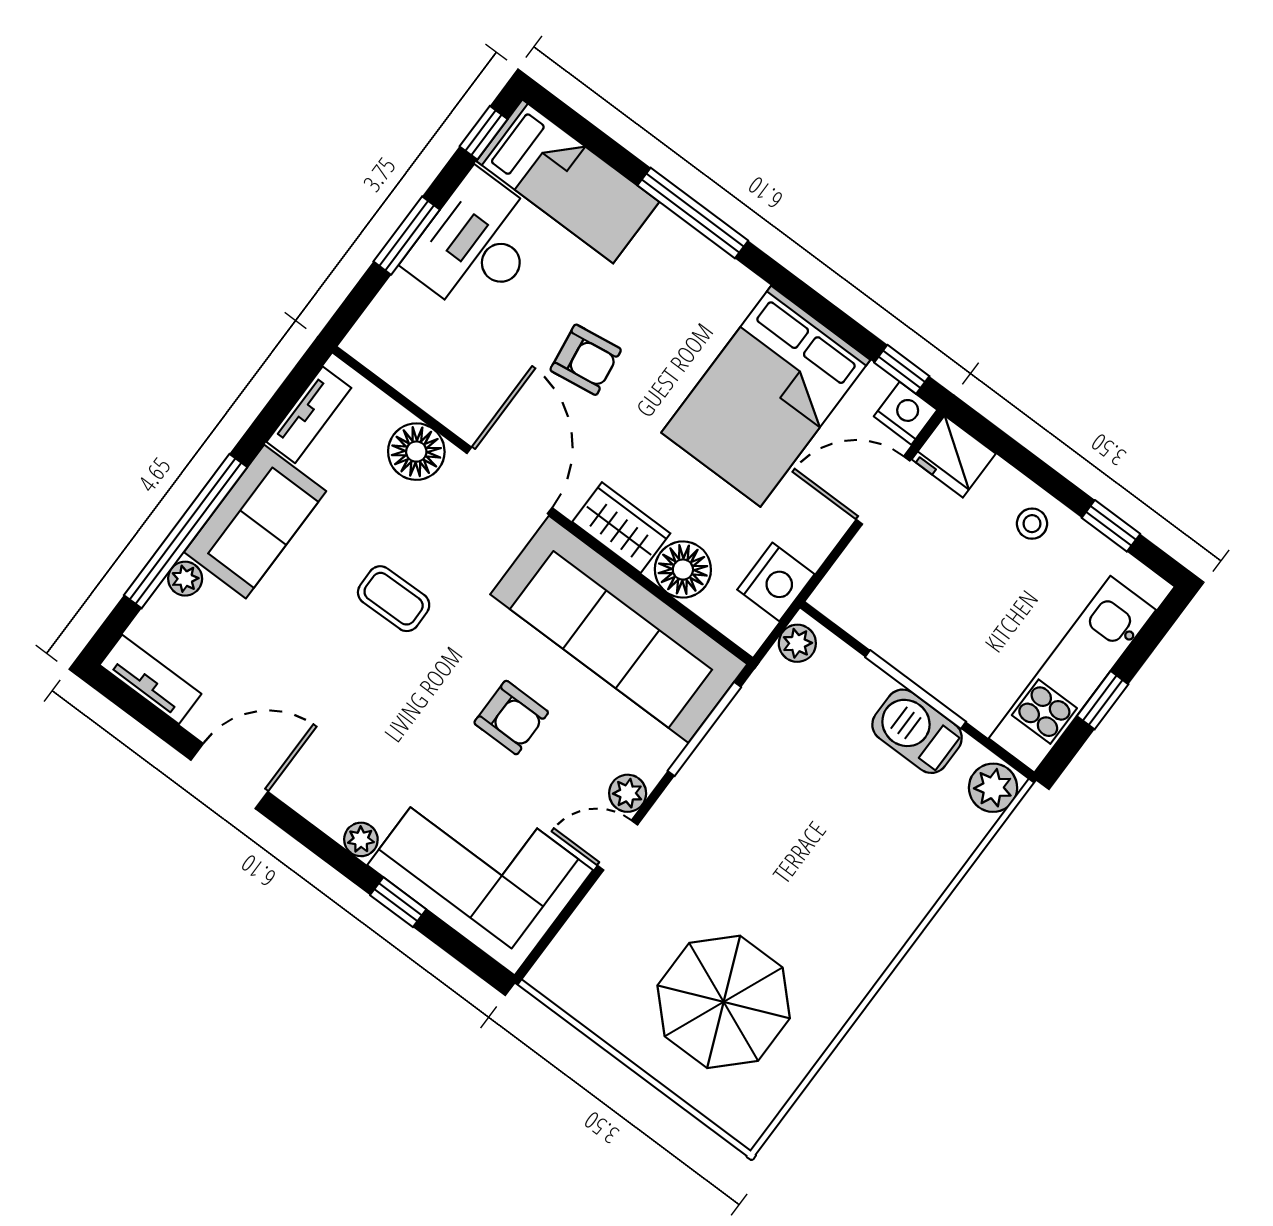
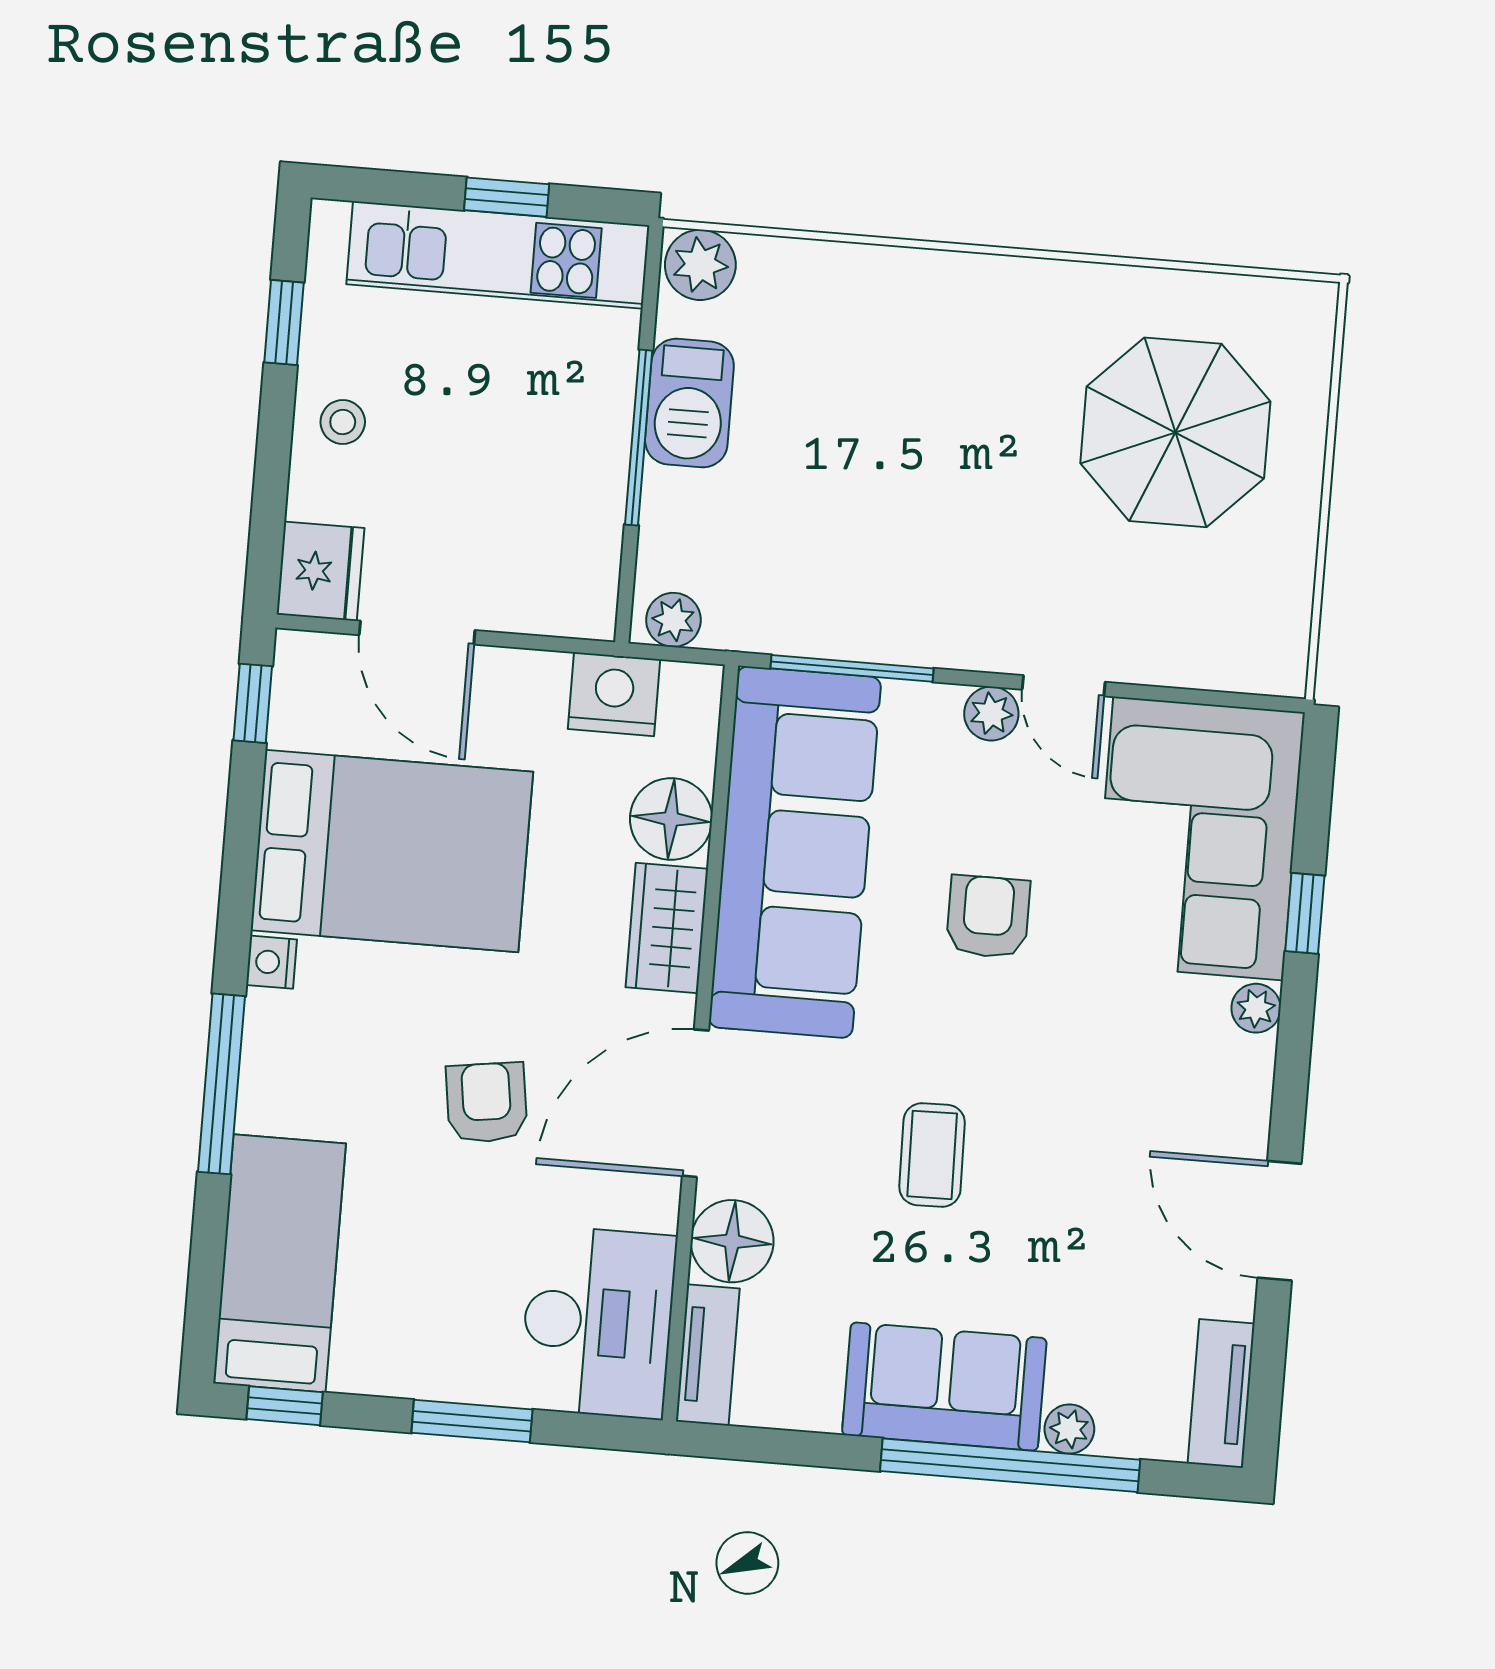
desk: (476, 244) -> (598, 1322), moved, turned -90
nightstand: (906, 413) -> (271, 962), moved, width x0.72, depth x0.74
tv unit: (309, 415) -> (708, 1355), moved, turned 90

